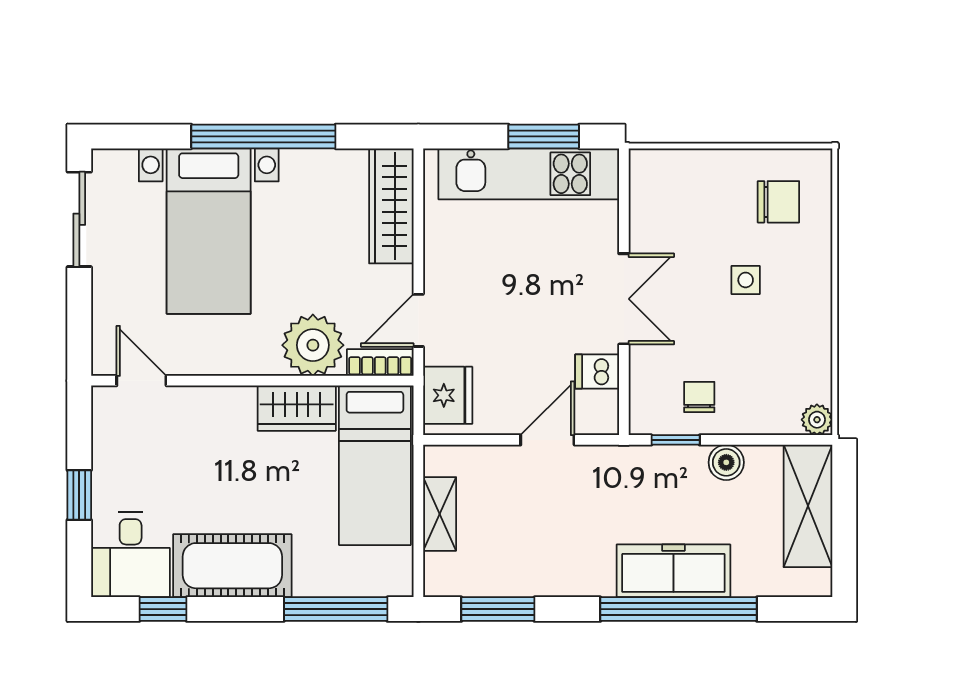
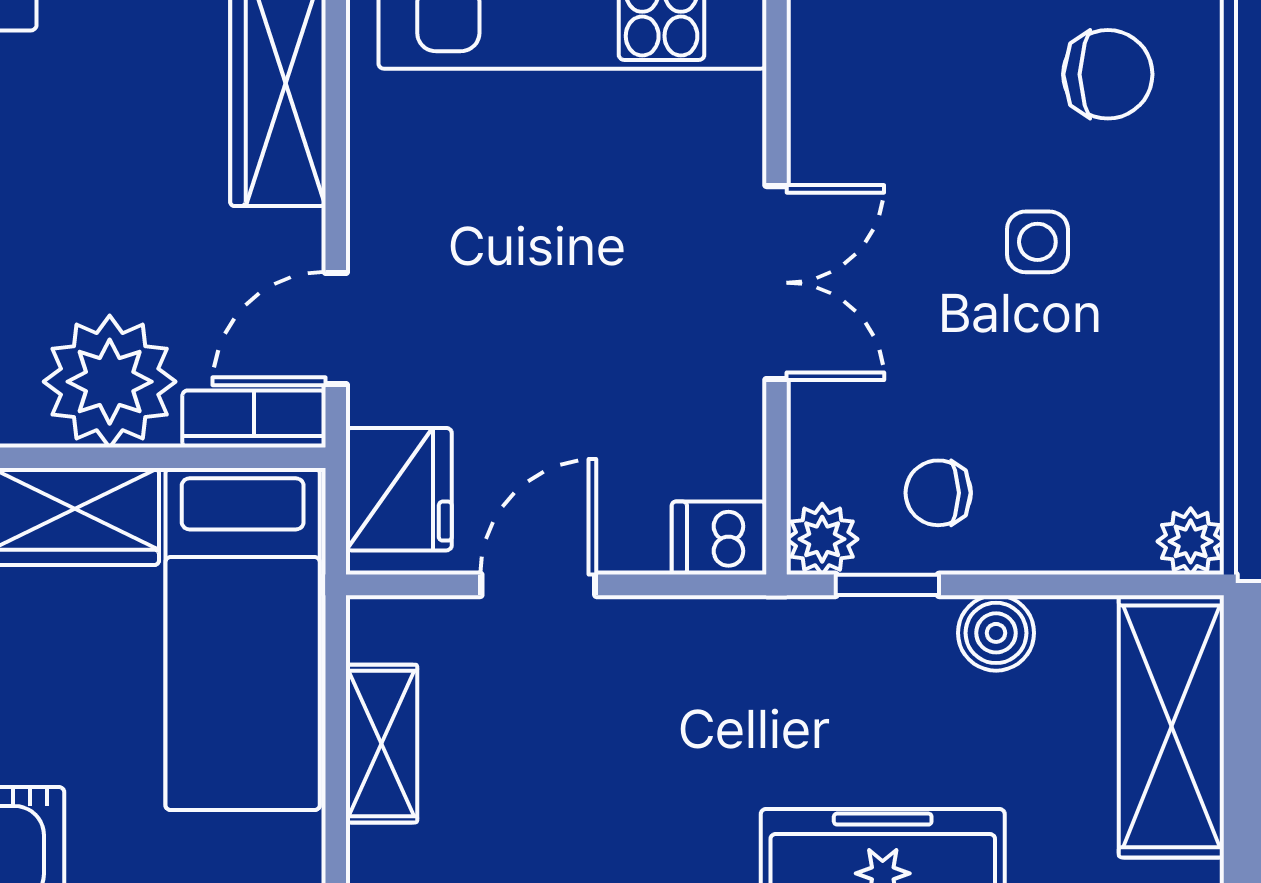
dishwasher: (597, 371) -> (719, 538), moved
chair: (699, 397) -> (938, 493), turned -90
plant: (645, 419) -> (822, 539), added
door: (547, 440) -> (538, 585), moved

